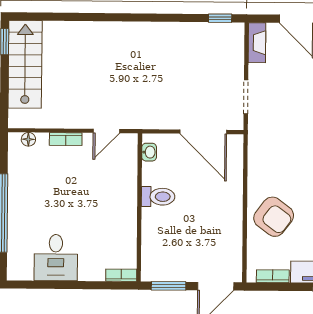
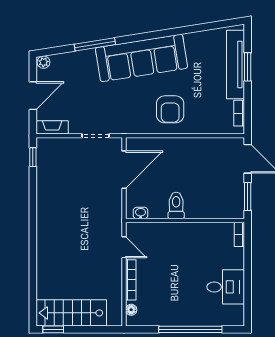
bookcase: (66, 139) -> (131, 280), width x1.56
armchair: (274, 217) -> (170, 109), moved, turned 143

